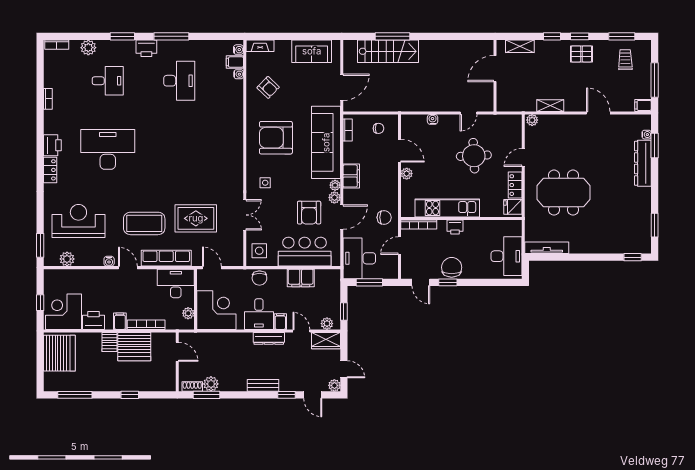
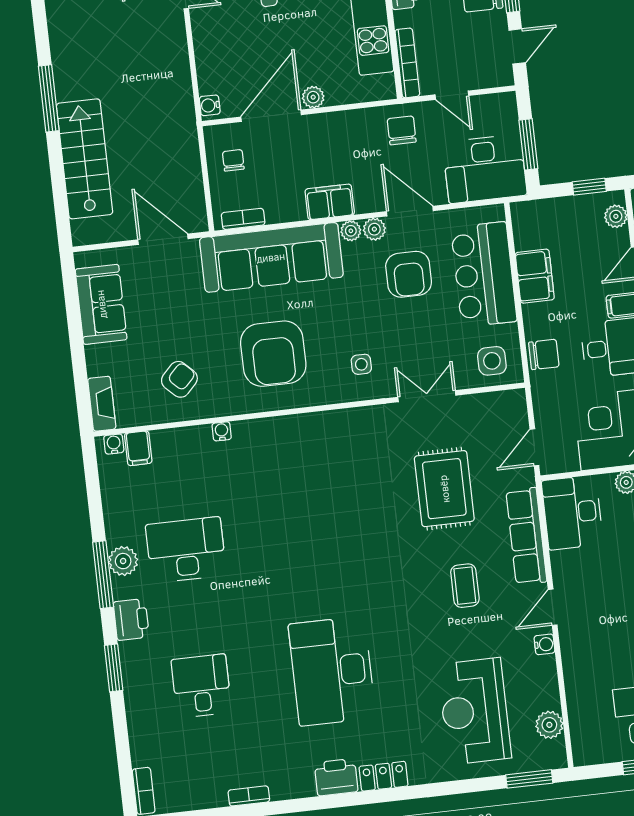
window: (393, 36) -> (49, 98), moved
plant: (88, 48) -> (123, 561), moved
water cooler: (239, 74) -> (222, 431), moved
water cooler: (433, 119) -> (210, 105), moved
door: (399, 151) -> (271, 116), width x1.36
armchair: (309, 213) -> (409, 274), turned 90
coffee table: (144, 223) -> (465, 586), width x0.54, depth x0.58

